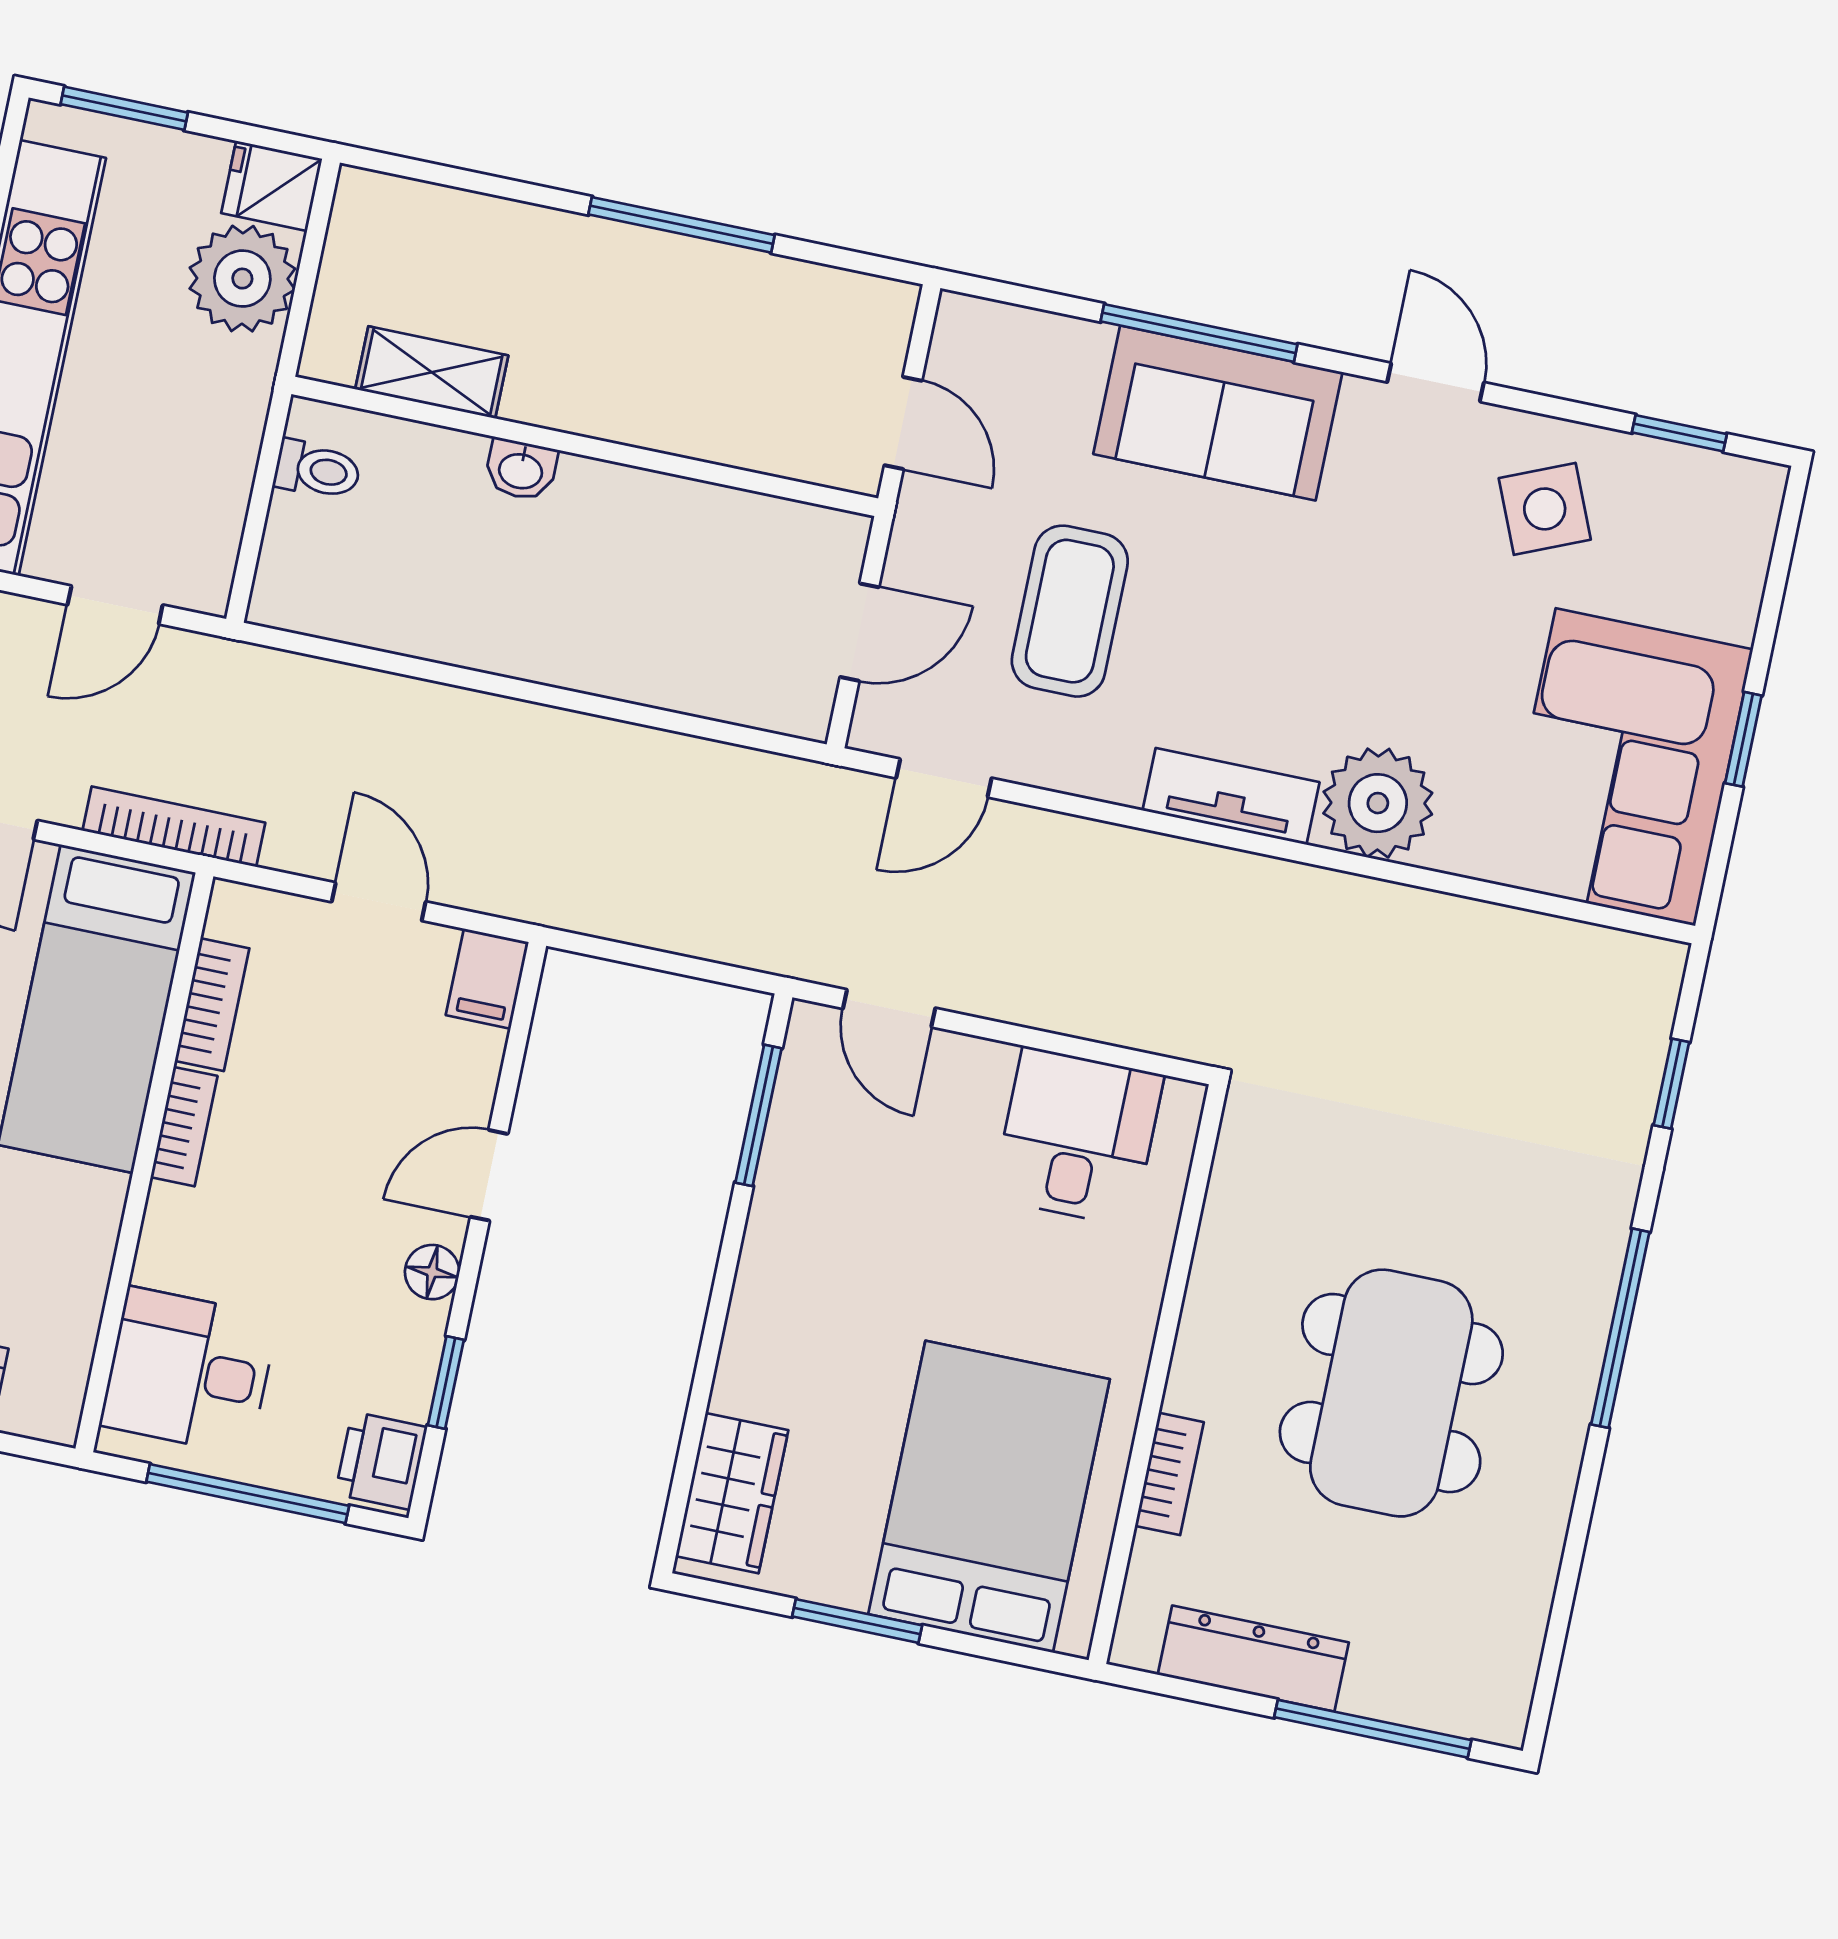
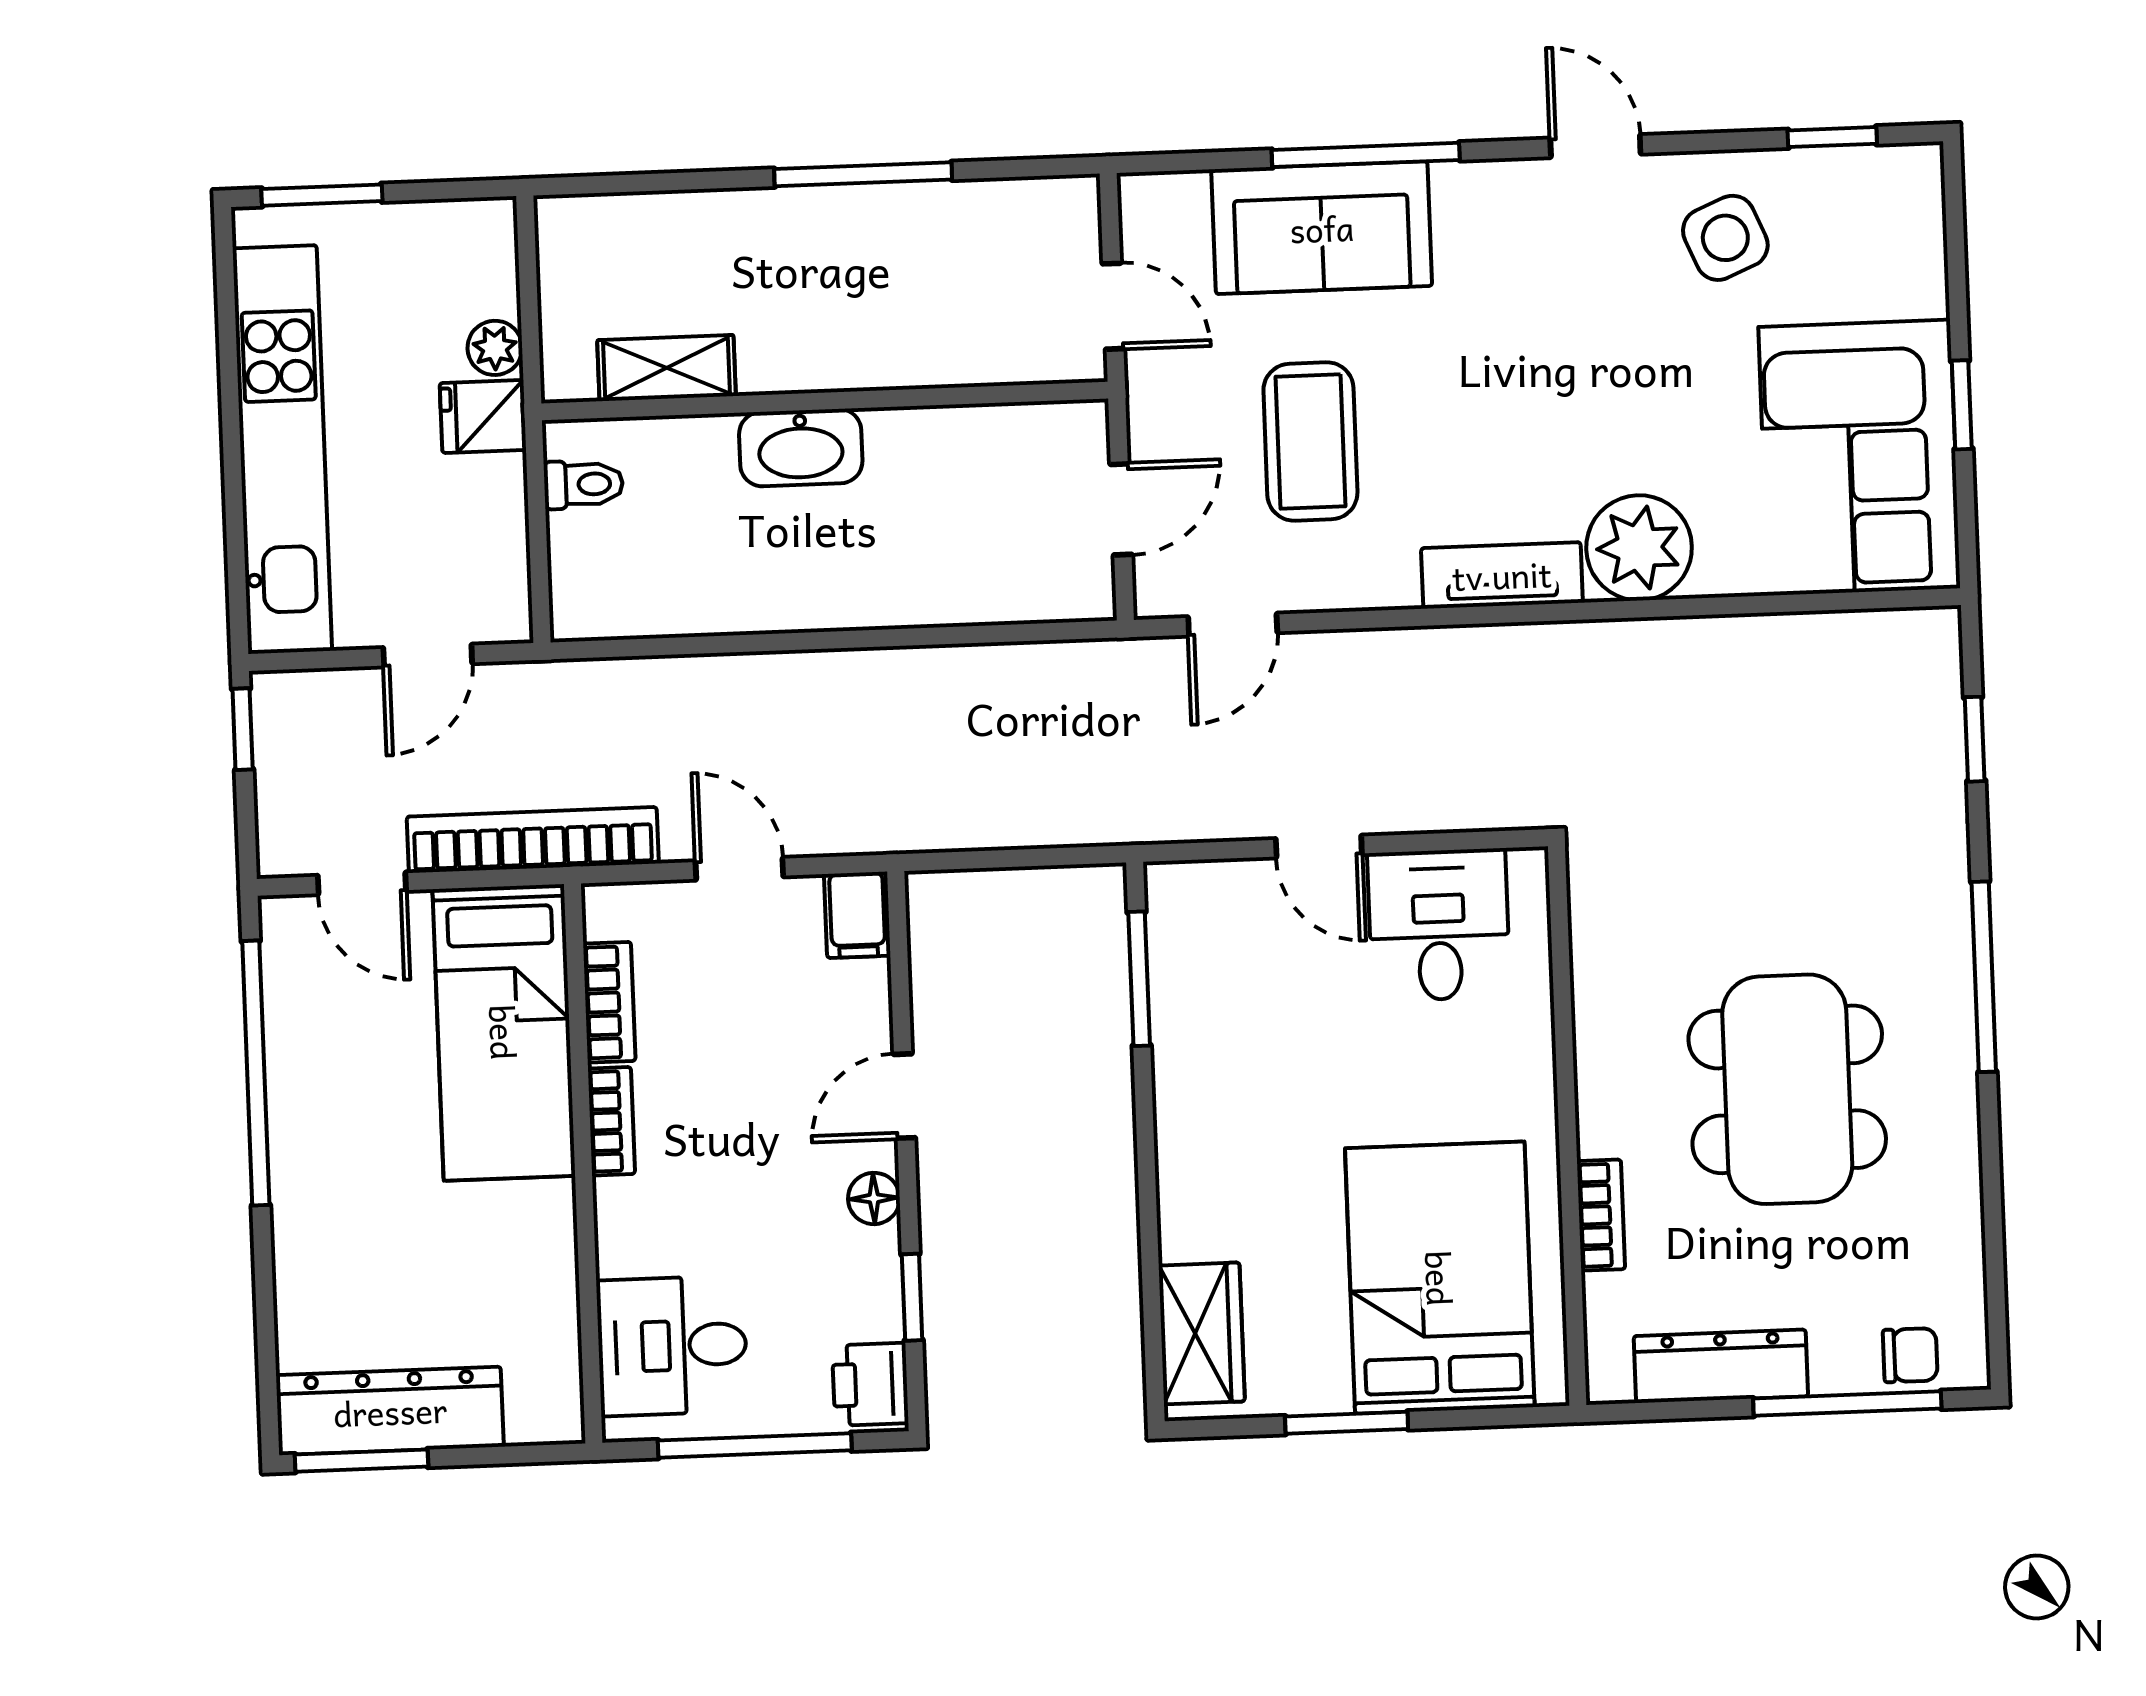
fridge: (272, 186) -> (483, 416), moved
plant: (242, 279) -> (495, 348), width x0.53, depth x0.53
sofa: (1218, 413) -> (1322, 228), moved
washbasin: (521, 470) -> (801, 448), width x1.91, depth x1.45
bookcase: (174, 827) -> (533, 840), width x1.48, depth x1.31
door: (889, 1008) -> (1319, 847), moved
chair: (1449, 1695) -> (1910, 1355), added

